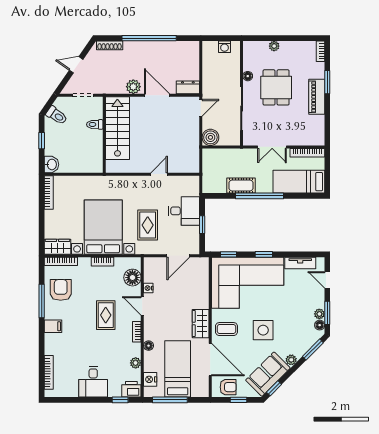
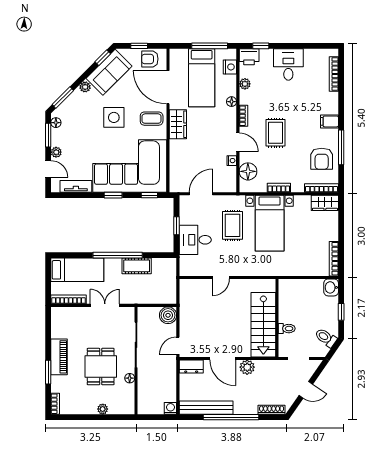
bench: (173, 47) -> (206, 408), added
washing machine: (225, 47) -> (170, 408), moved
bed with nightstands: (103, 227) -> (270, 223), width x0.73
plant: (319, 314) -> (56, 152), moved

